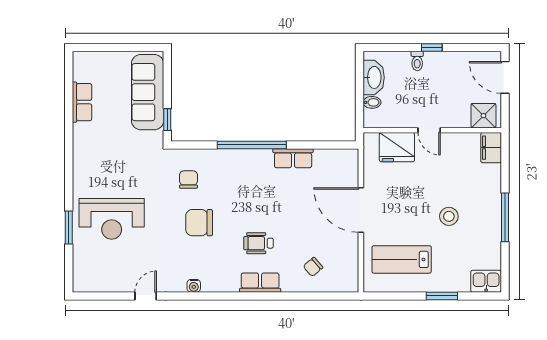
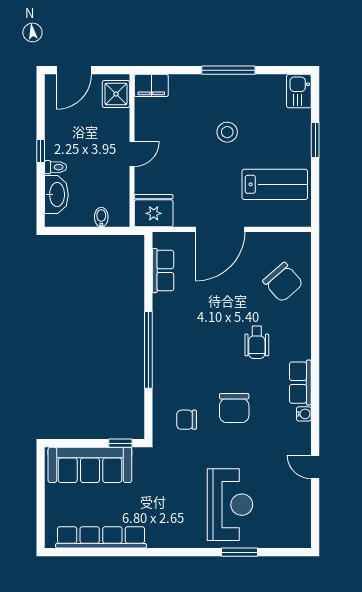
washbasin: (374, 77) -> (56, 195), moved, turned 90
row of seats: (82, 102) -> (101, 537), width x2.02
fridge: (397, 147) -> (154, 211), moved, turned -90
row of seats: (293, 158) -> (163, 271), moved
lab bench: (402, 259) -> (275, 184), turned -90
chair: (313, 267) -> (283, 282), width x1.87, depth x1.87
row of seats: (260, 283) -> (300, 383), moved

